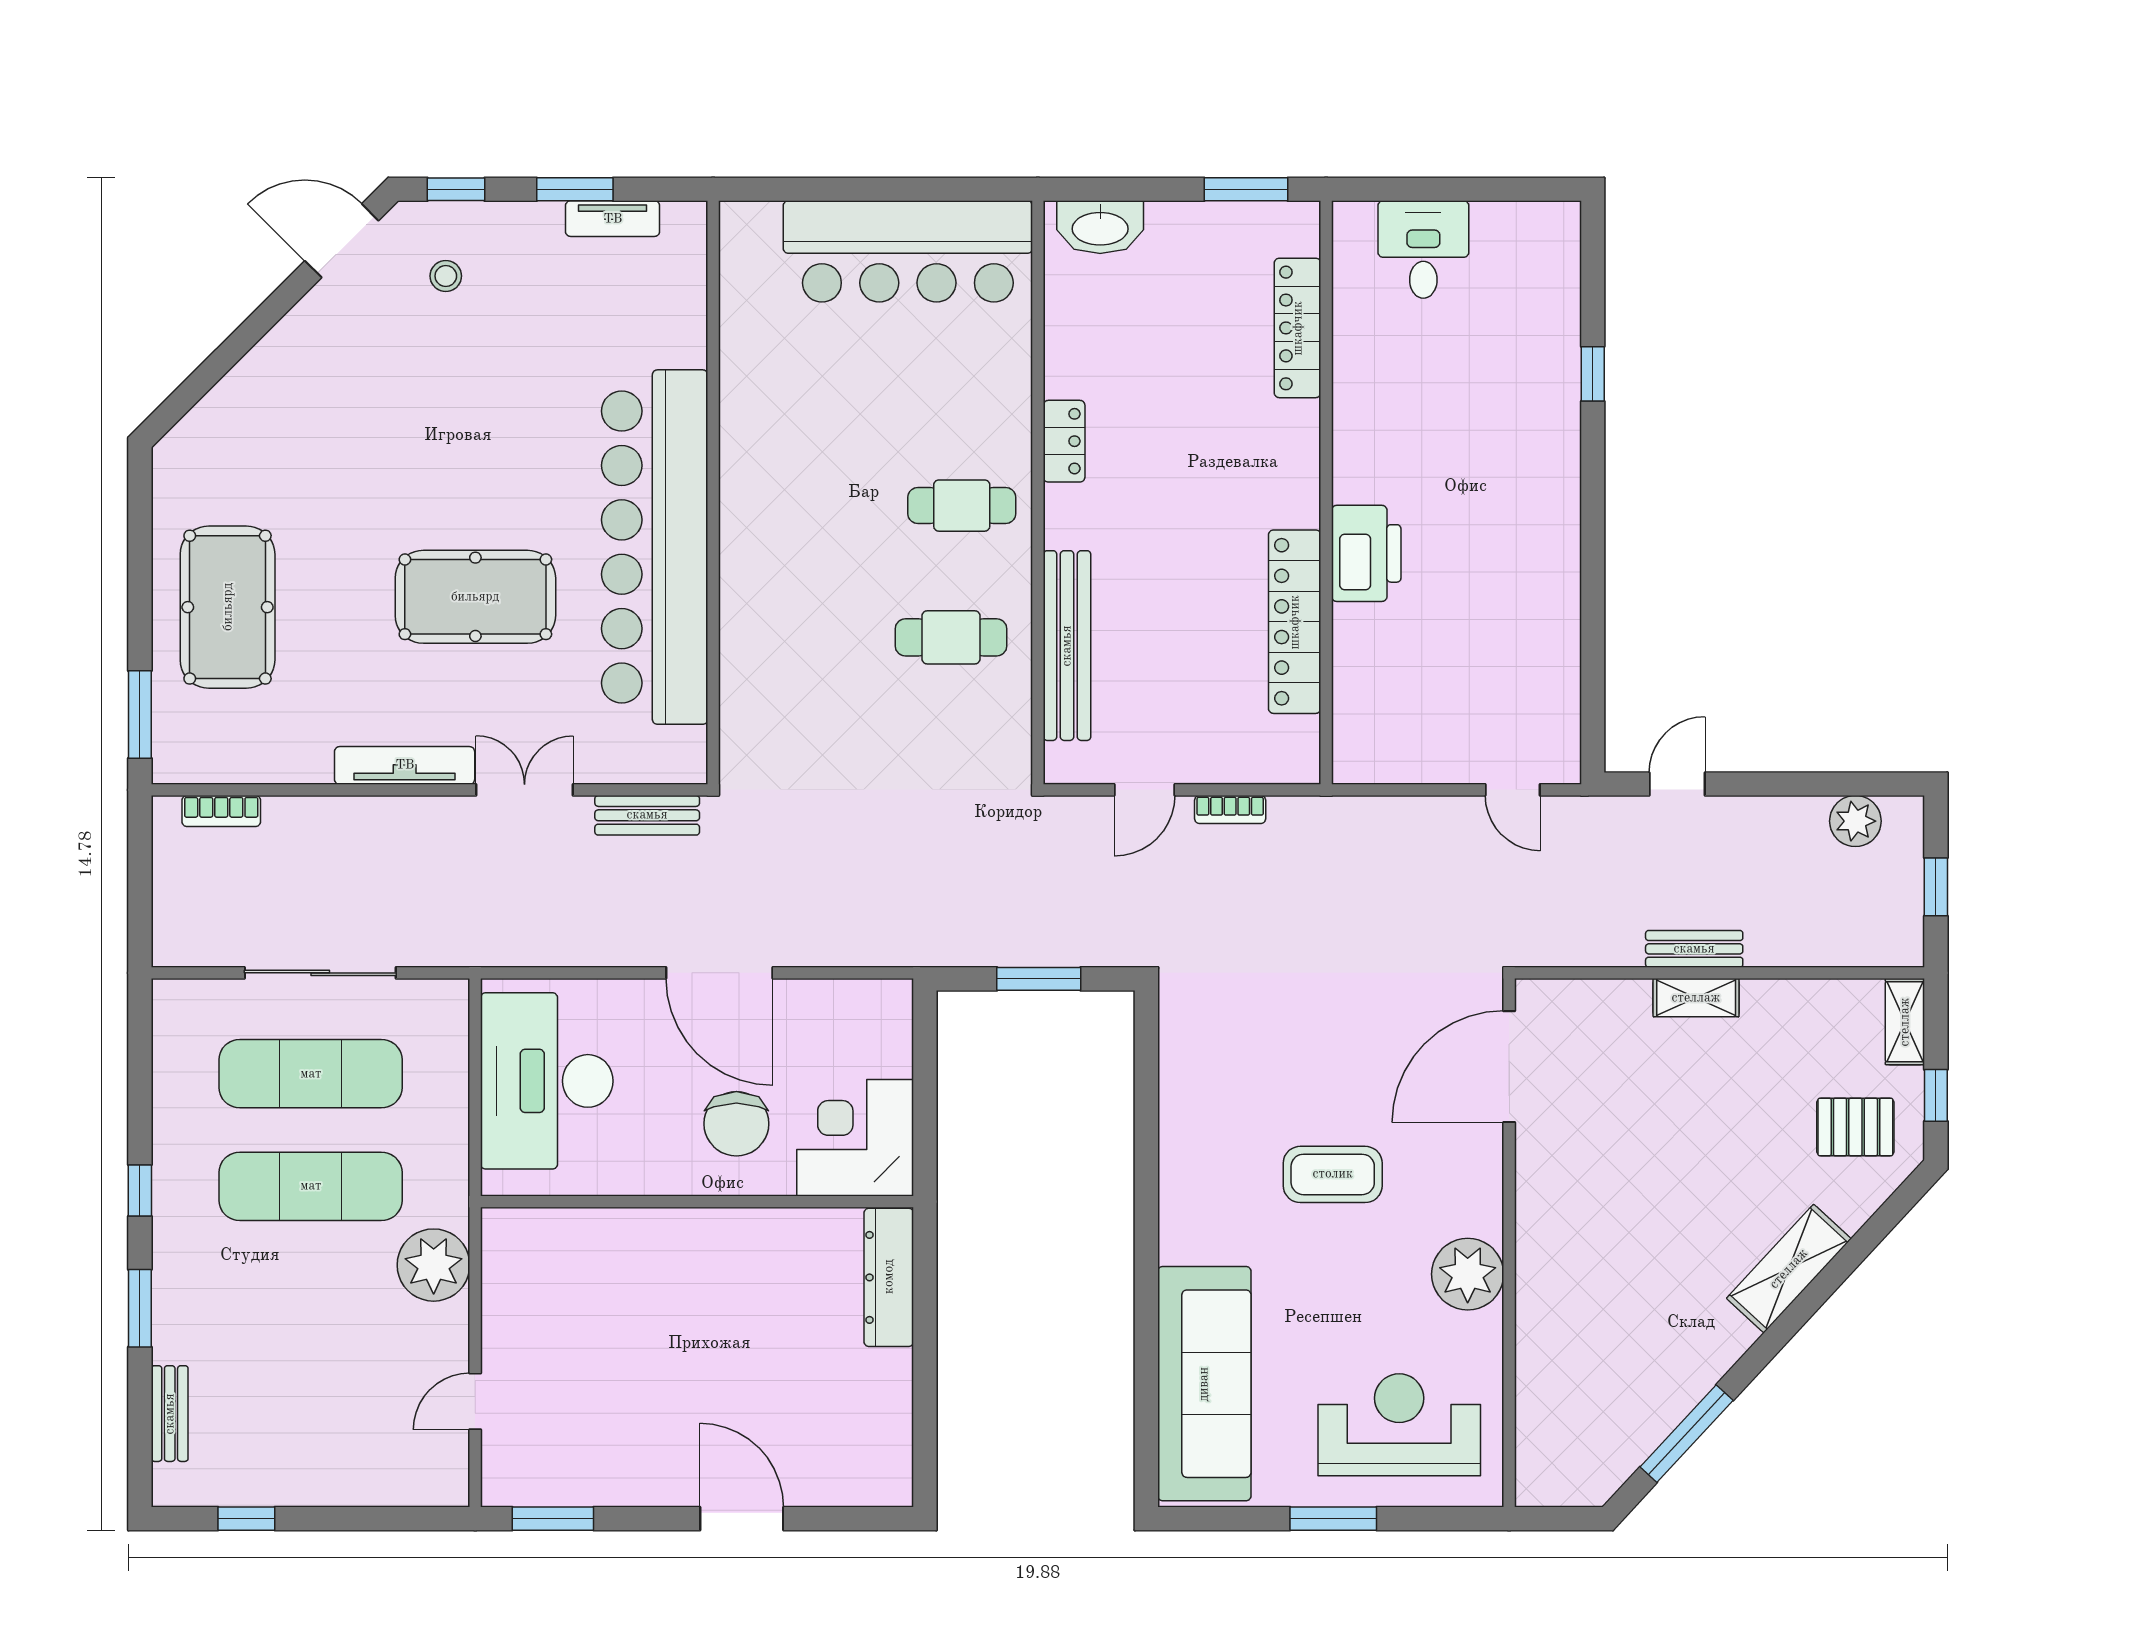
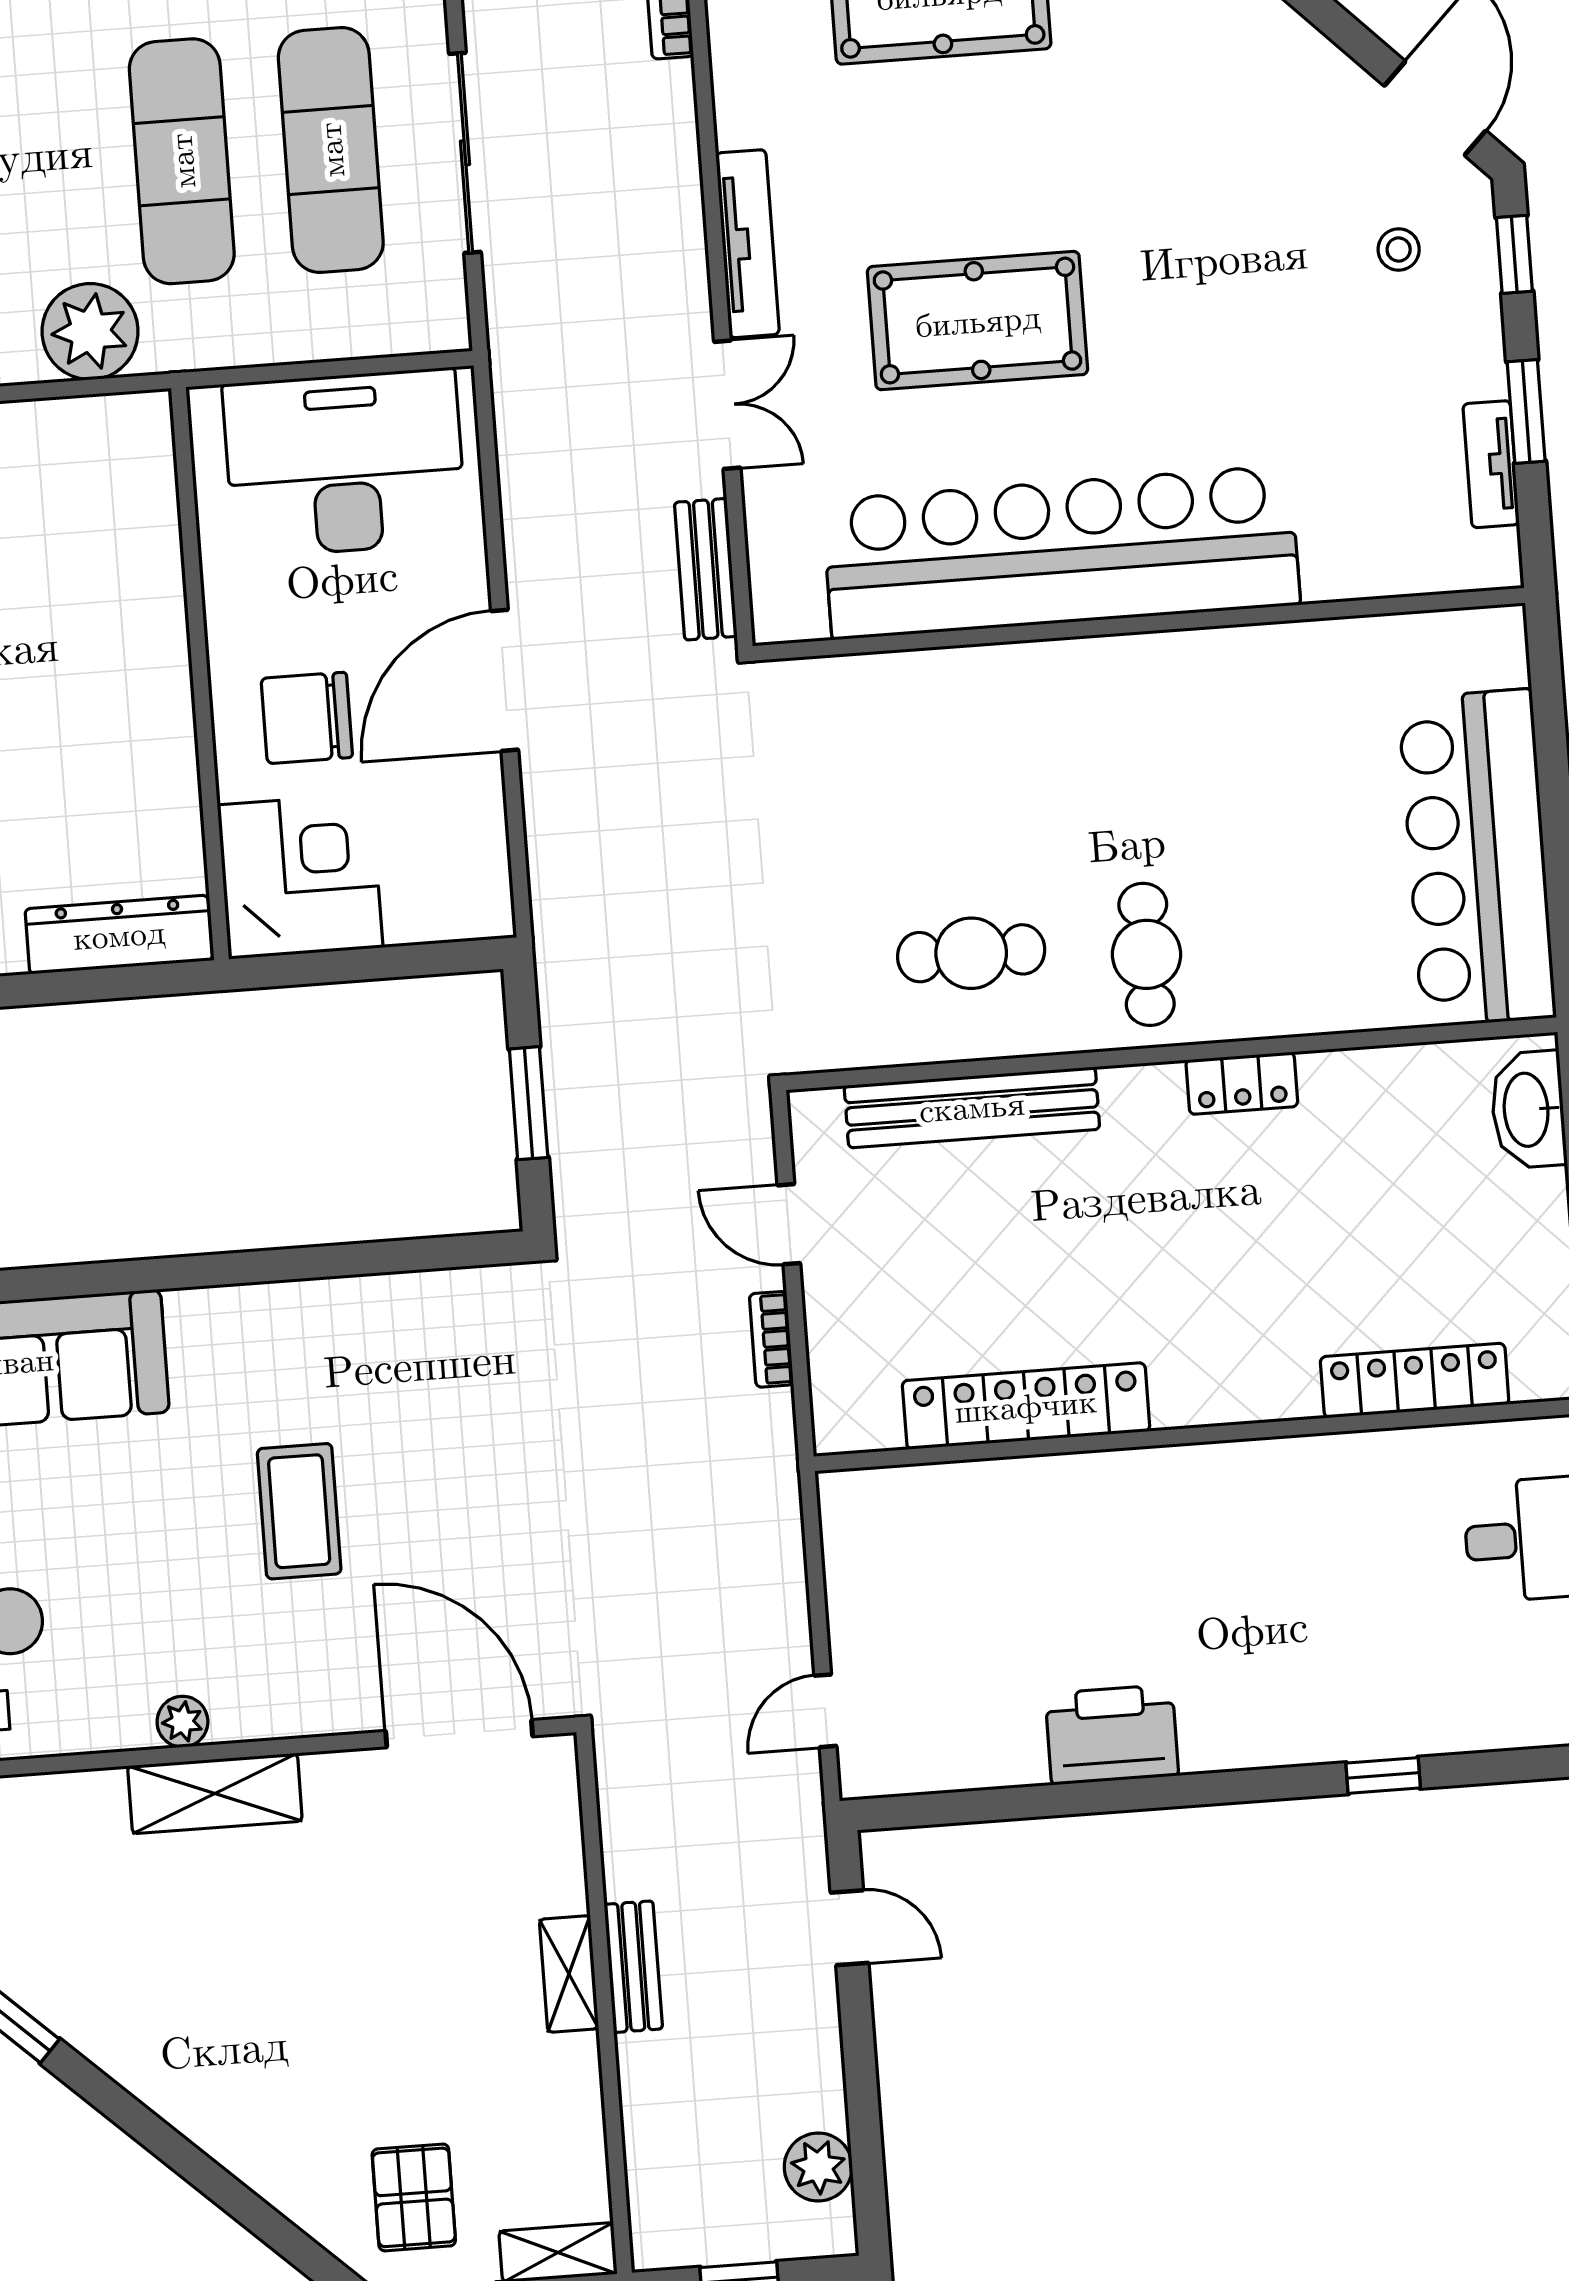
printer: (1366, 553) -> (1112, 1735), moved, turned 180
pool table: (475, 597) -> (978, 321), turned 90
cafe table: (951, 637) -> (971, 953), turned 90
shelving: (1789, 1269) -> (215, 1793), moved, turned -43
plant: (1468, 1274) -> (182, 1722), width x0.53, depth x0.53

